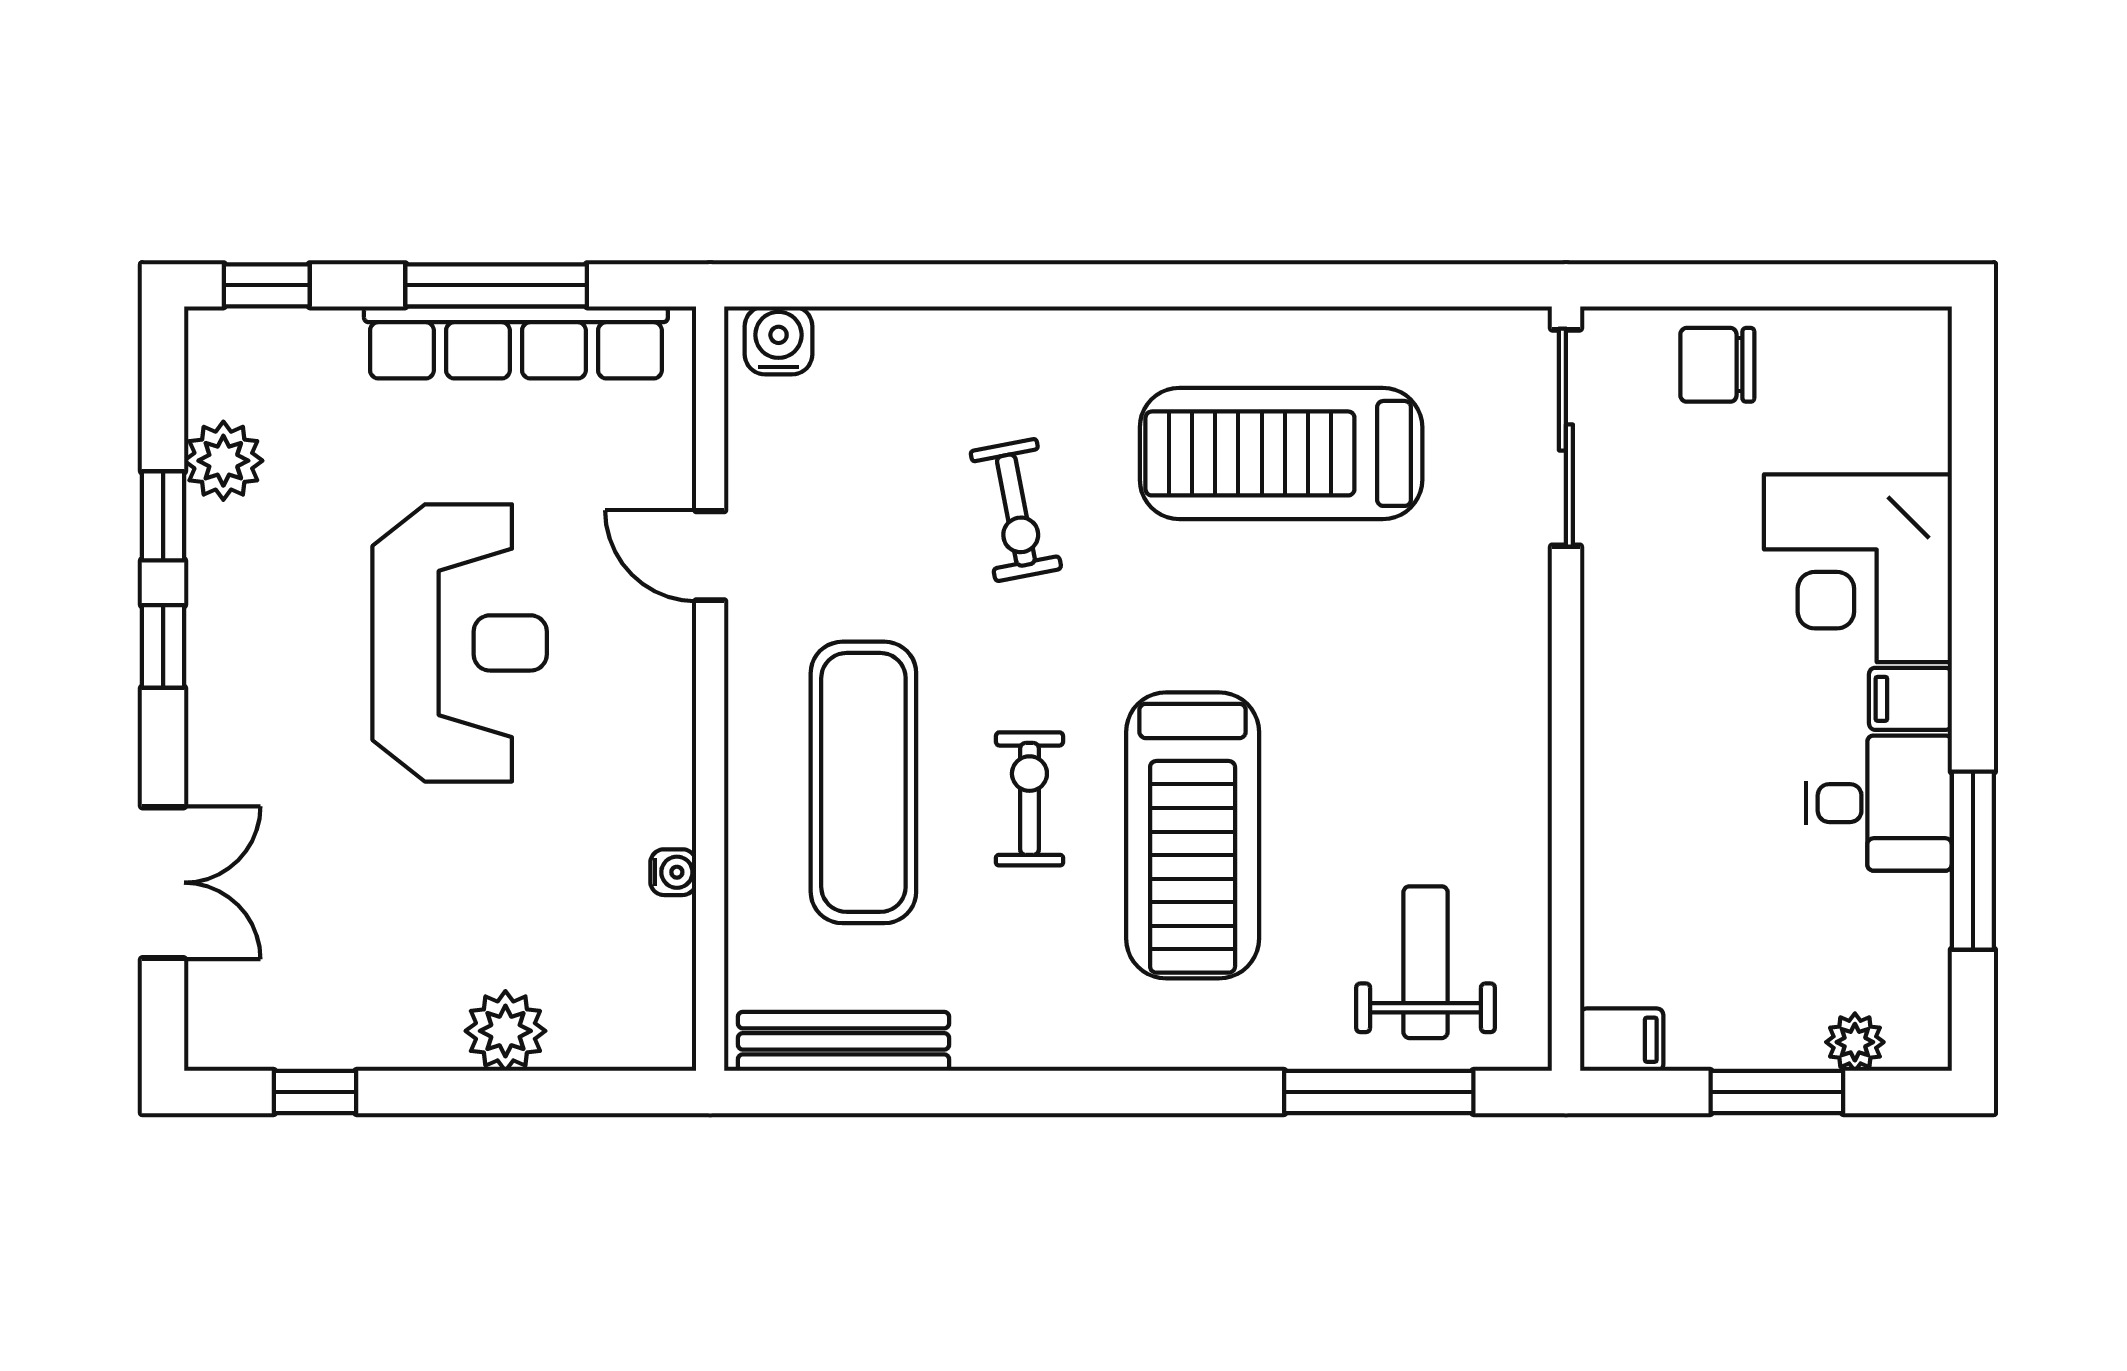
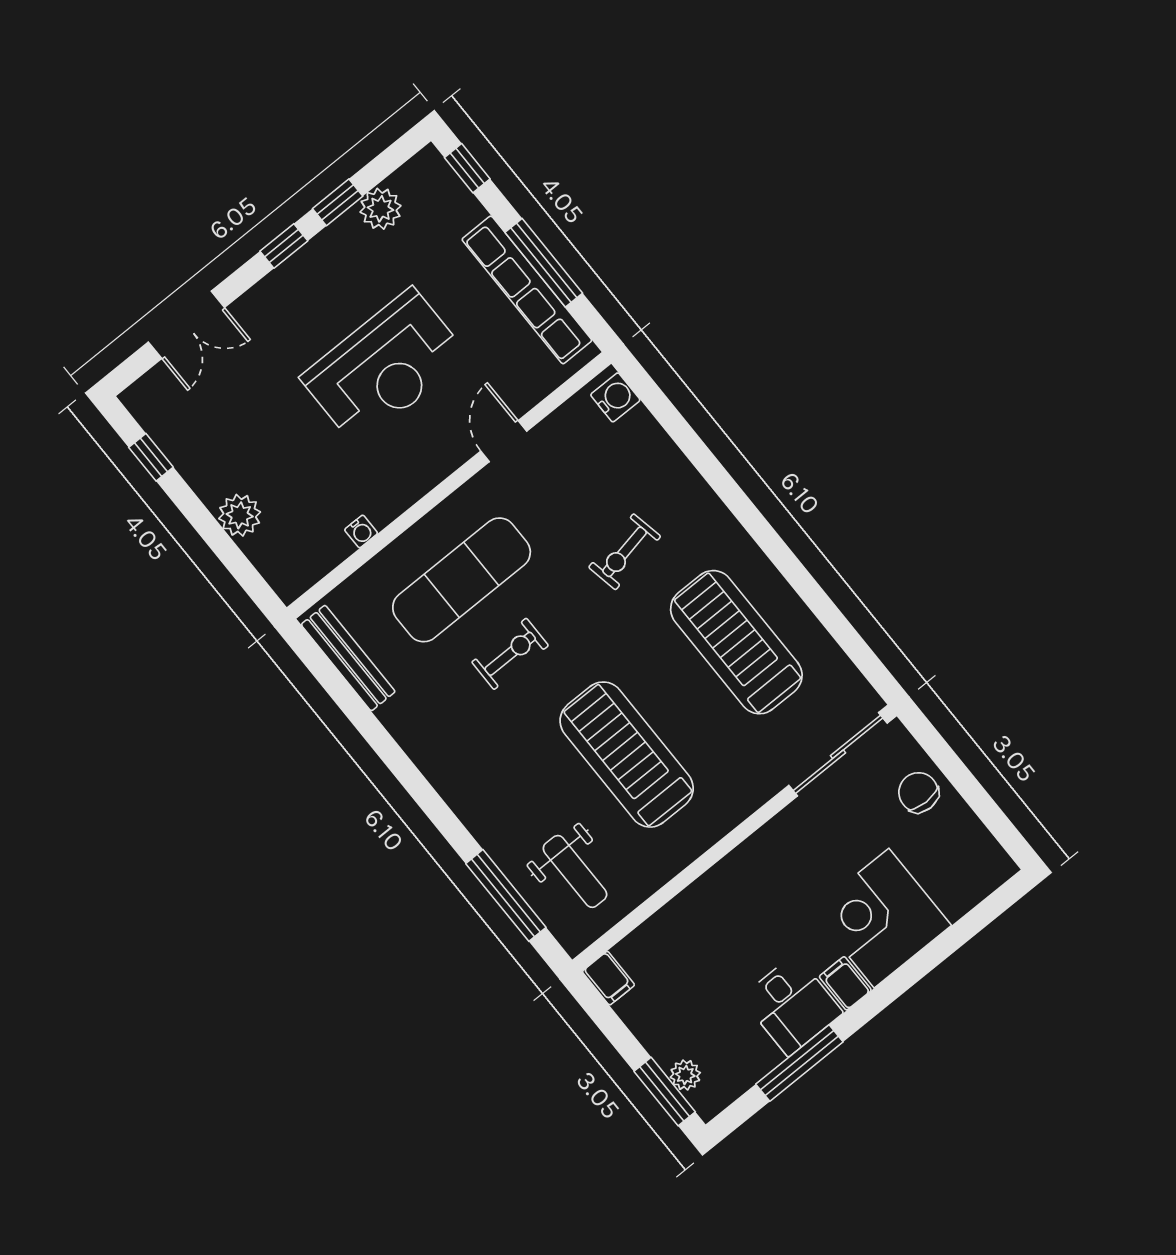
treadmill: (1193, 835) -> (627, 755), moved, turned 90
weight bench: (1426, 962) -> (575, 871), turned 90
window: (1777, 1092) -> (665, 1092), moved

